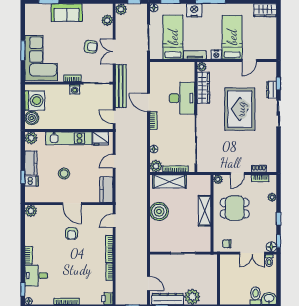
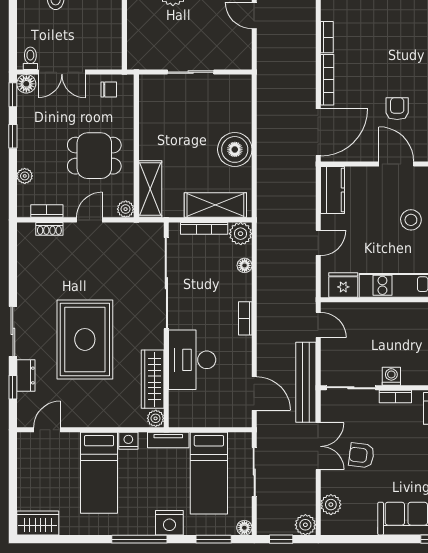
door: (249, 61) -> (47, 430), moved
door: (149, 102) -> (254, 394), moved
shelving: (205, 211) -> (150, 189), moved
door: (114, 221) -> (318, 132), width x1.87
double door: (252, 253) -> (62, 72), swing flipped

